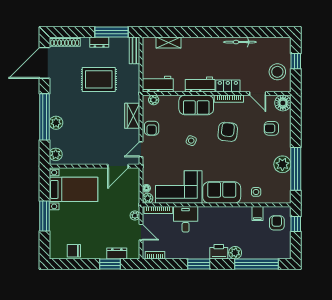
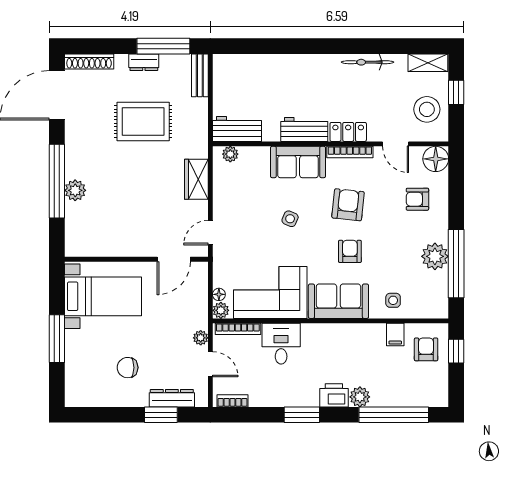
shelving: (169, 42) -> (428, 63), moved
armchair: (152, 128) -> (350, 251), moved, turned 180
plant: (56, 154) -> (75, 241), removed
chair: (74, 251) -> (128, 368), moved
dresser: (117, 254) -> (172, 398), width x1.44

